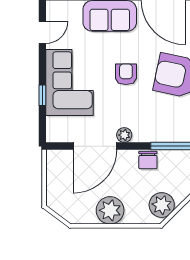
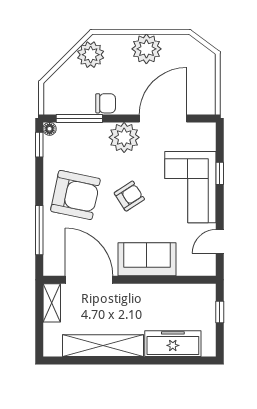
armchair: (126, 74) -> (129, 196), turned -123
plant: (124, 135) -> (124, 137), width x1.87, depth x1.87
chair: (148, 160) -> (106, 103), turned 90

